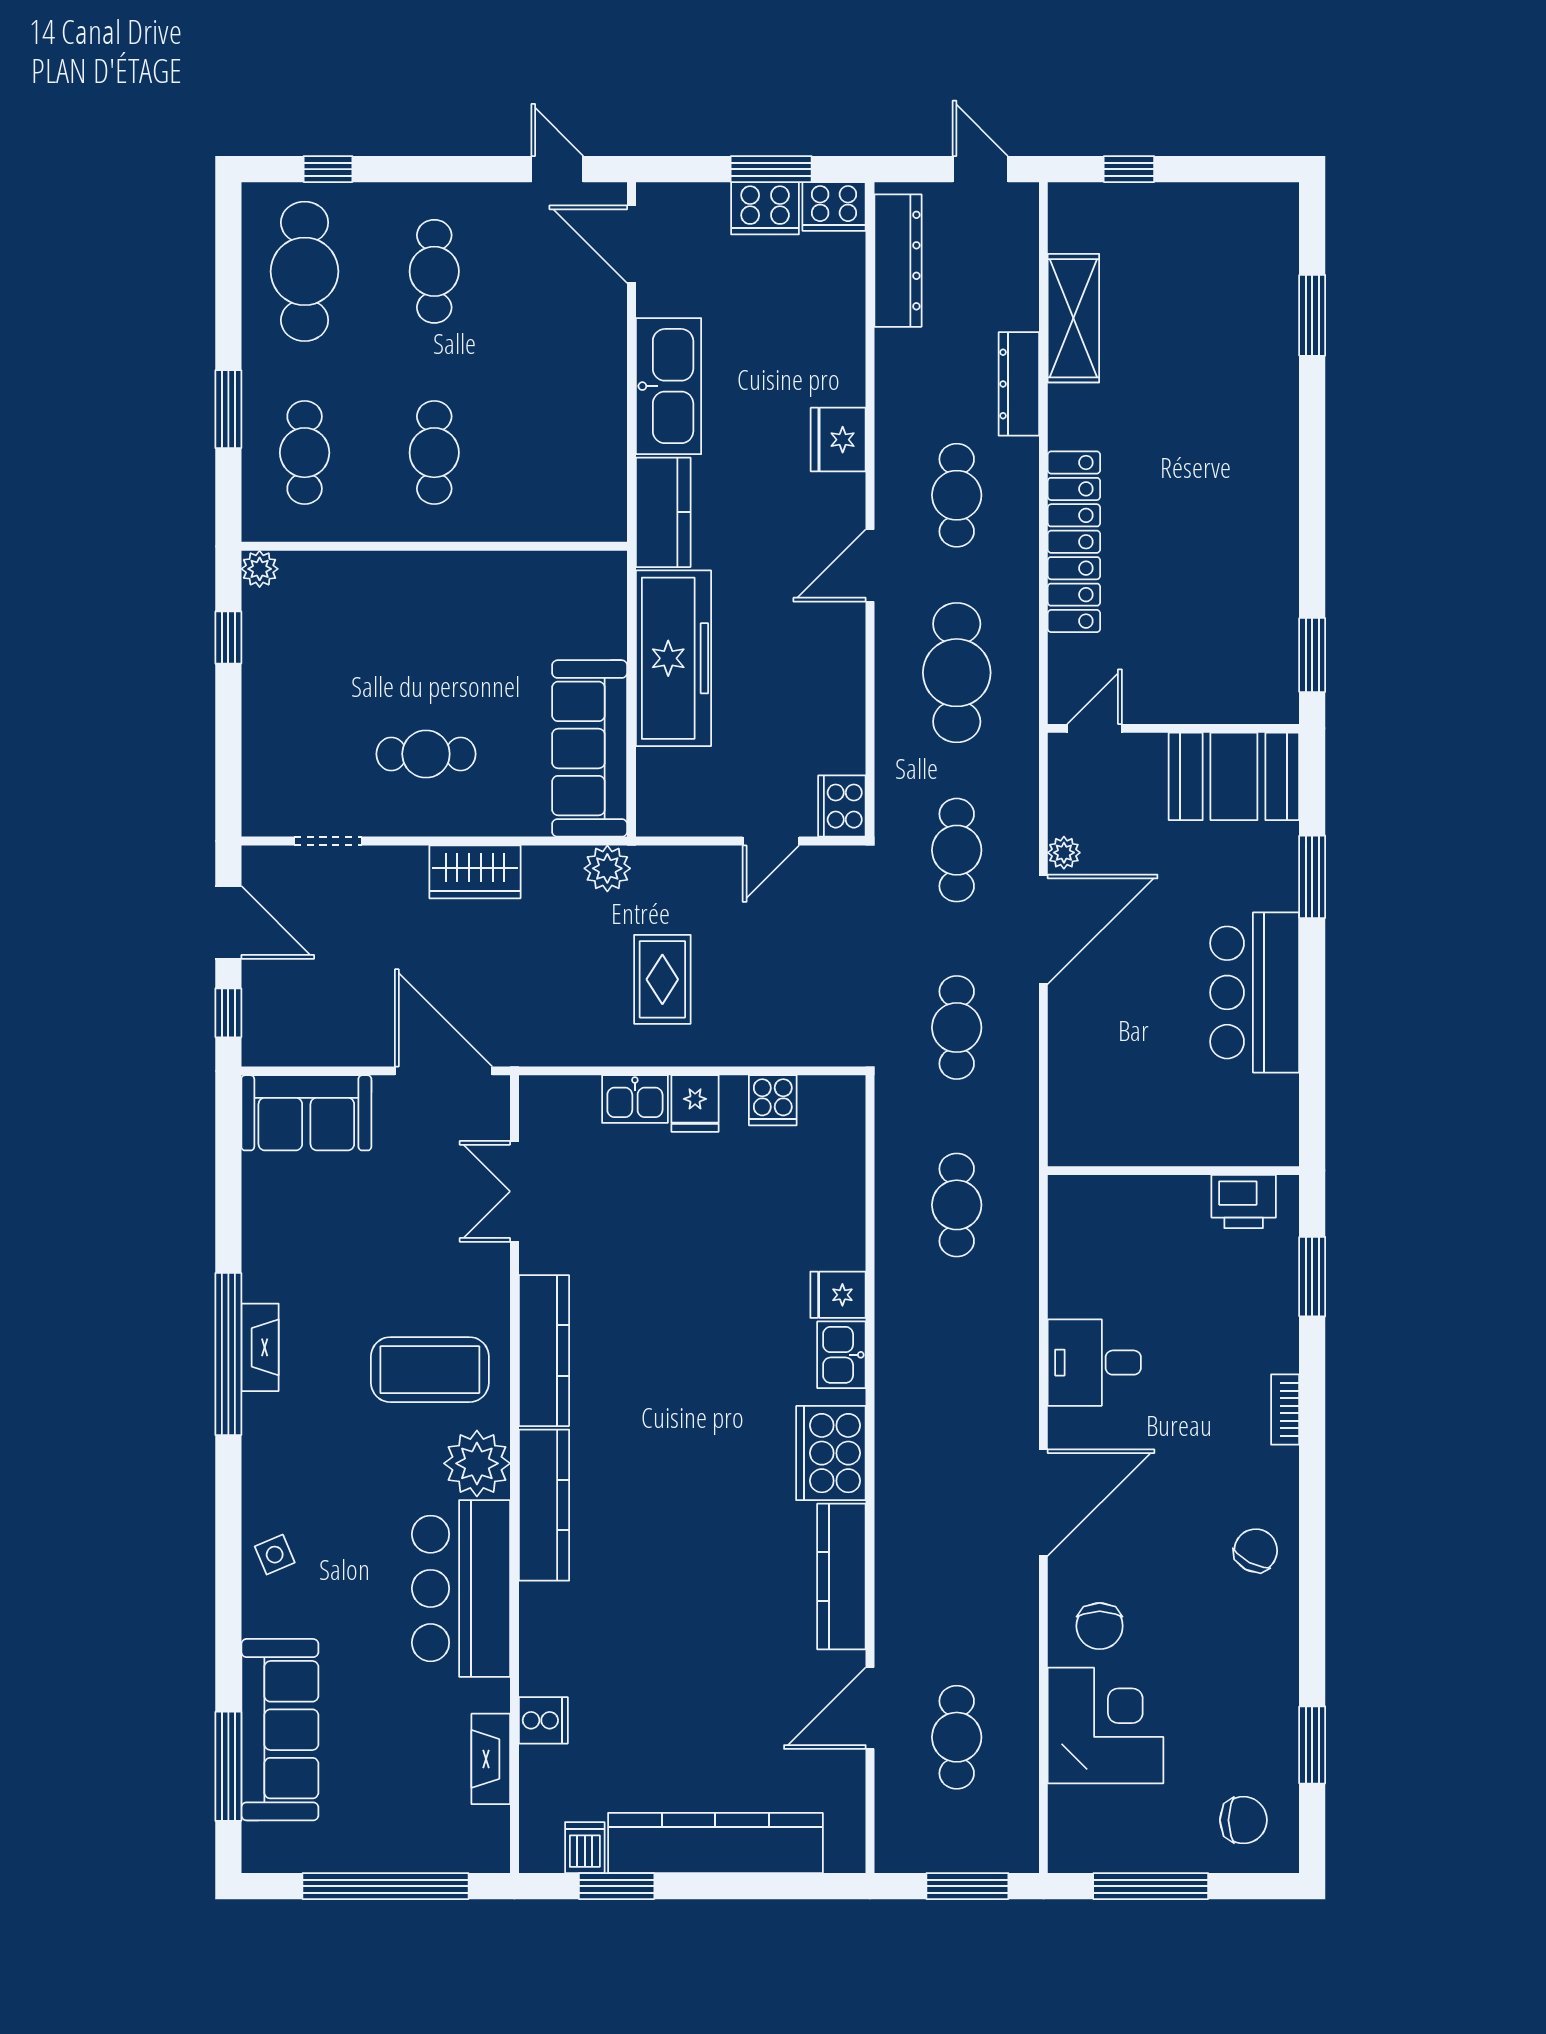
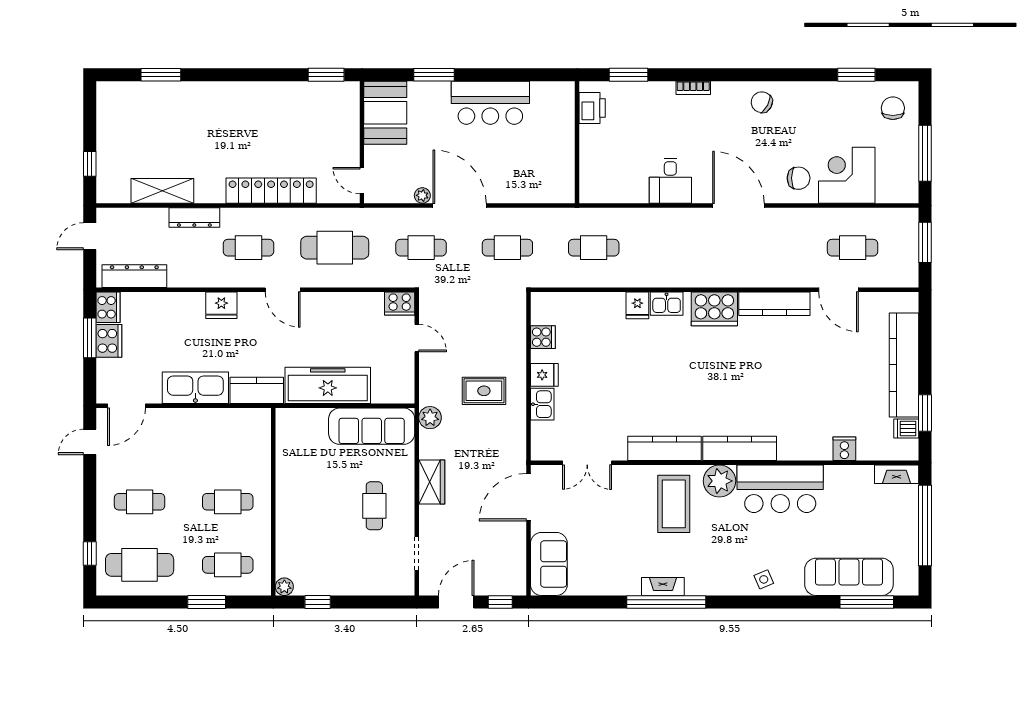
fireplace: (491, 1759) -> (897, 474), moved

